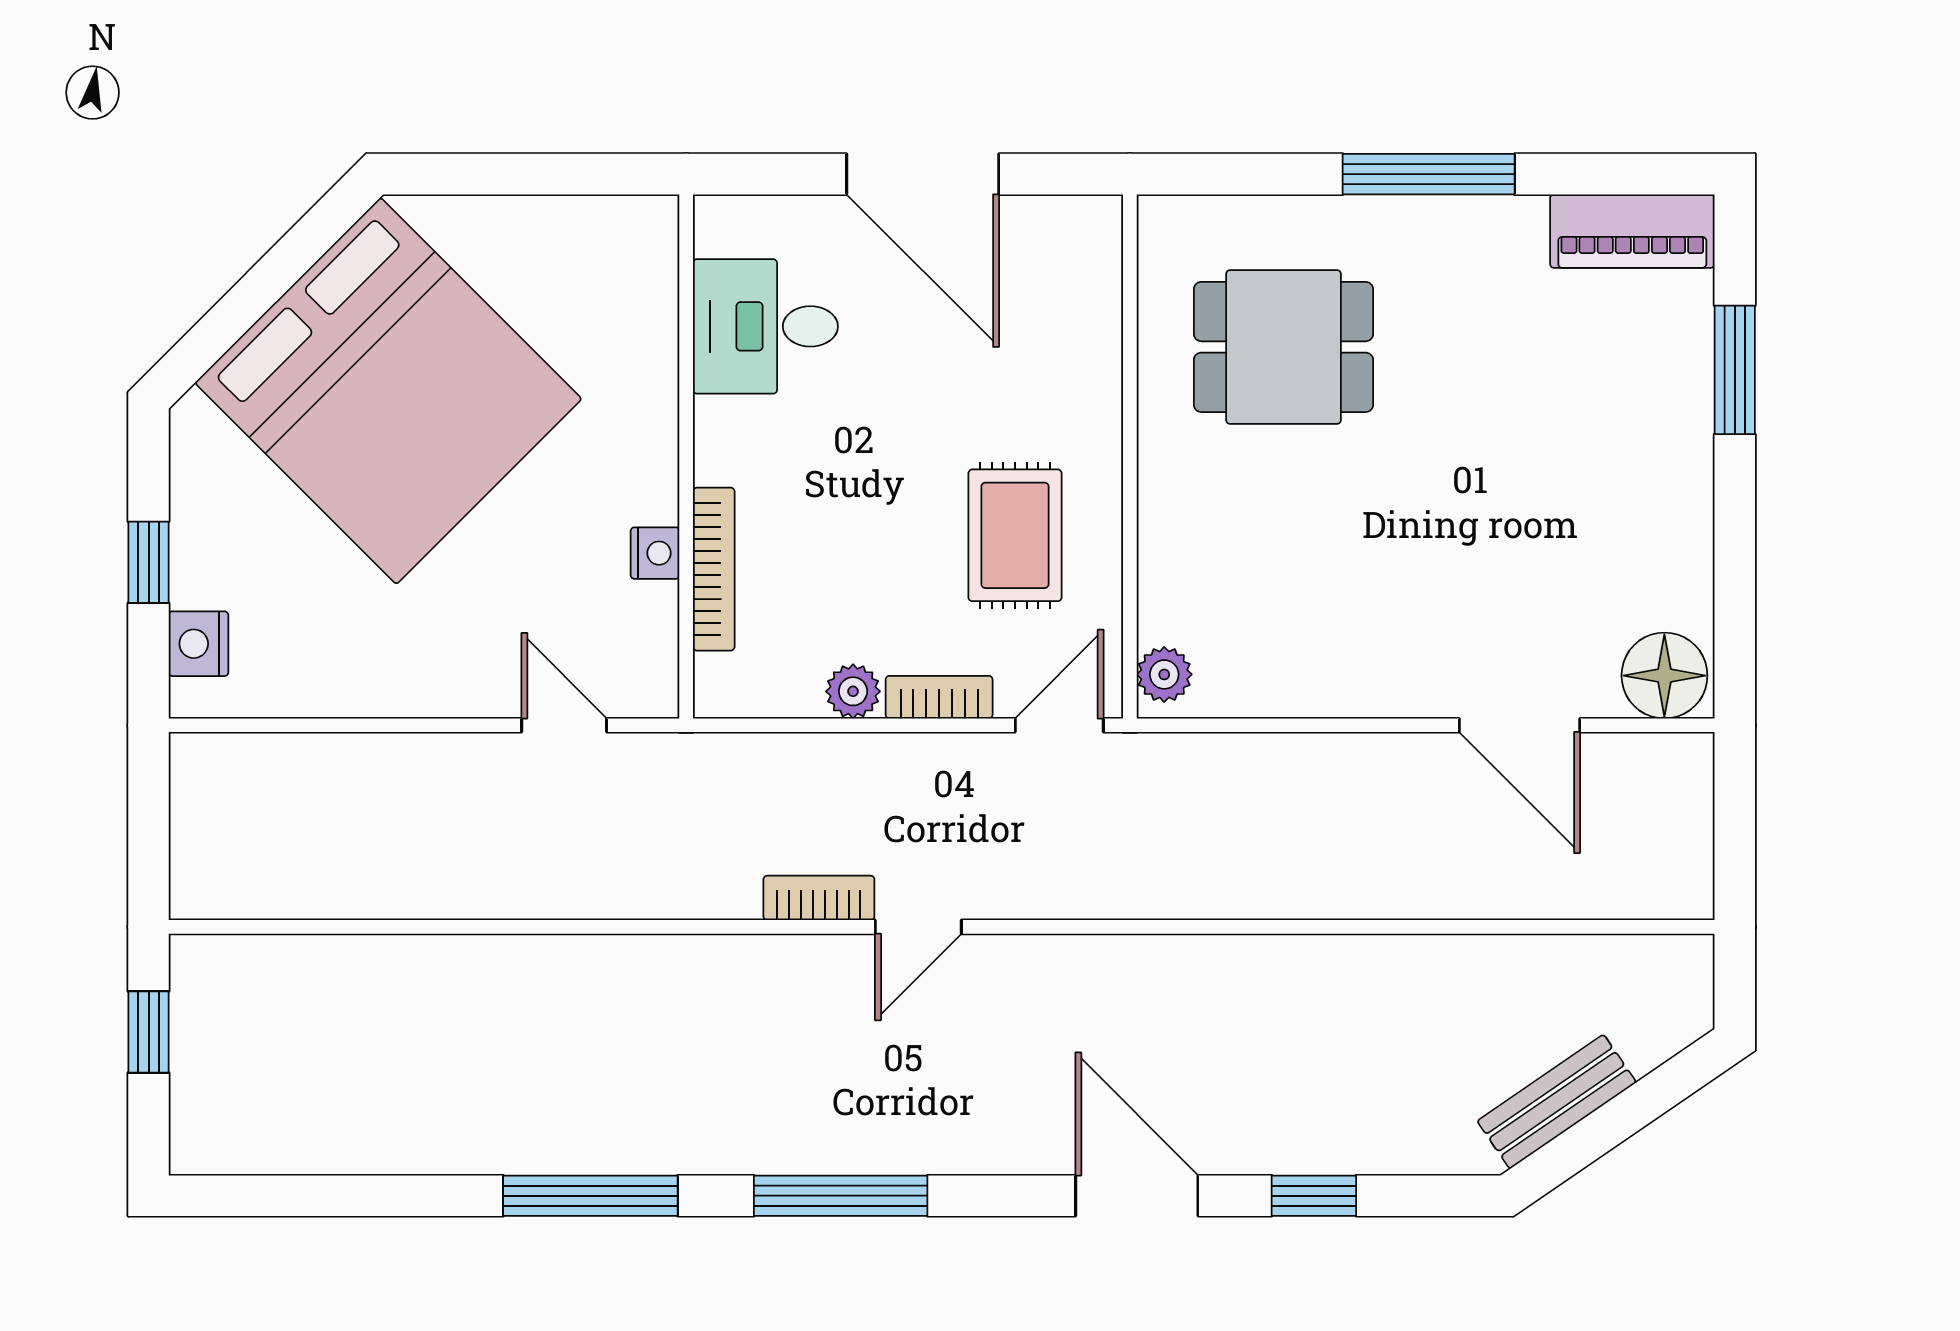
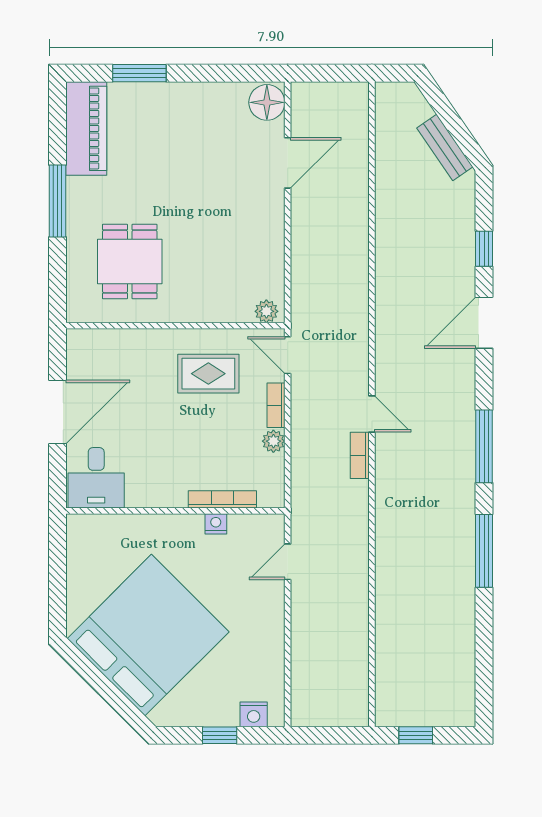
piano: (1632, 231) -> (86, 128), width x1.37, depth x1.33
desk: (765, 326) -> (96, 478), moved

